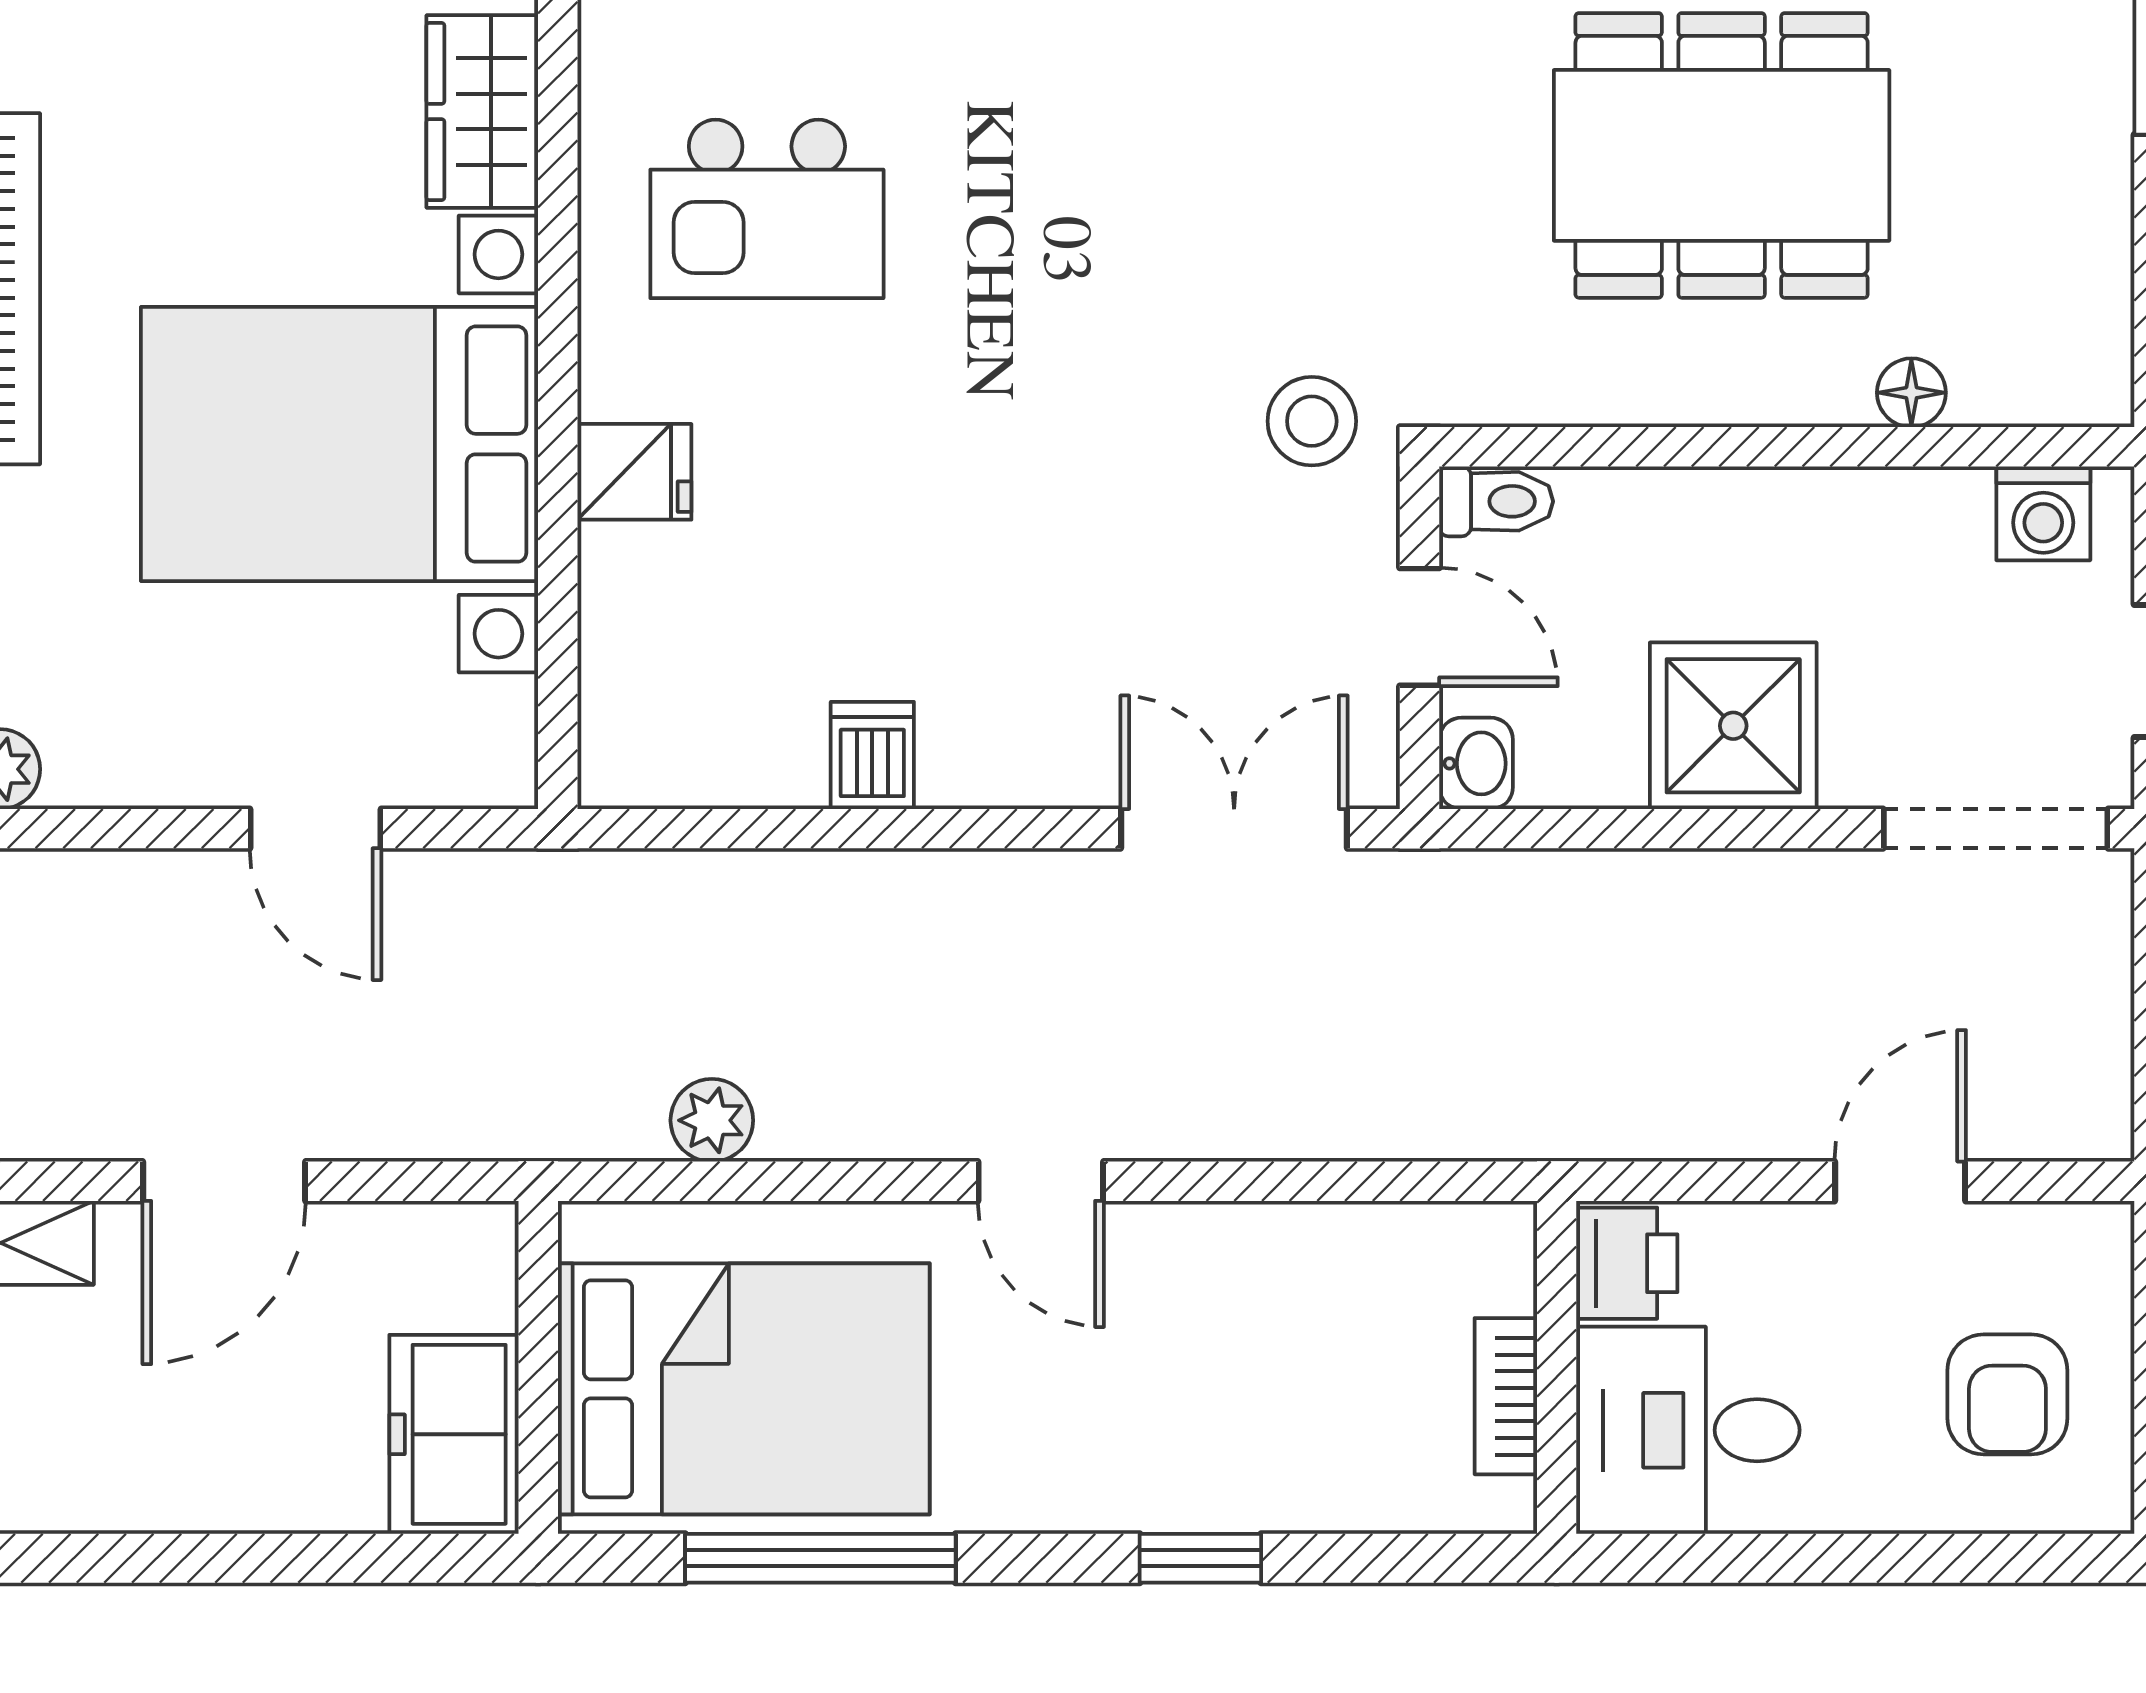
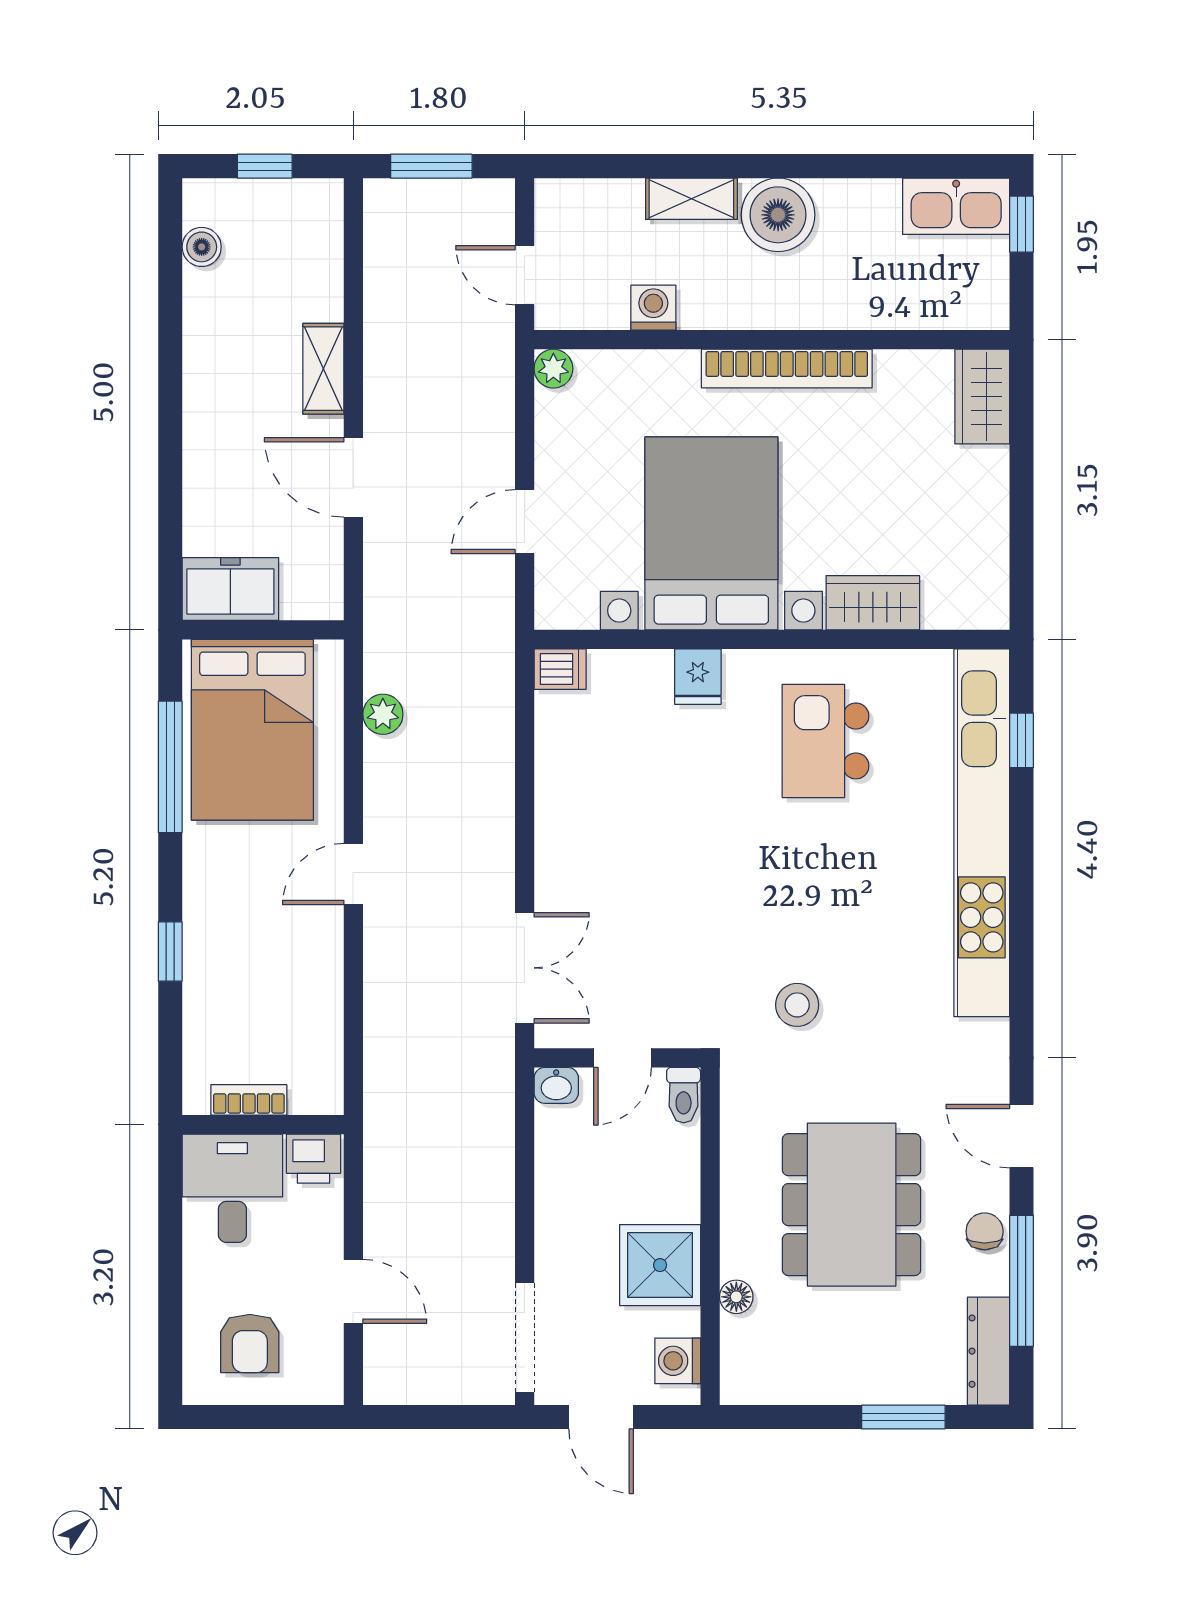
stool: (1312, 421) -> (797, 1005), moved
shower: (1733, 726) -> (660, 1265), moved
dishwasher: (872, 755) -> (560, 669), moved
armchair: (2007, 1394) -> (250, 1343), turned -90

